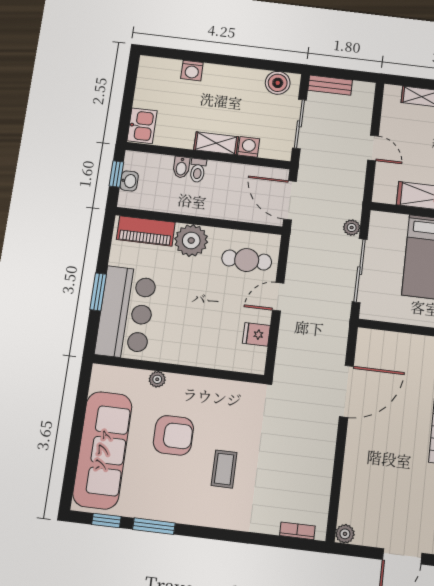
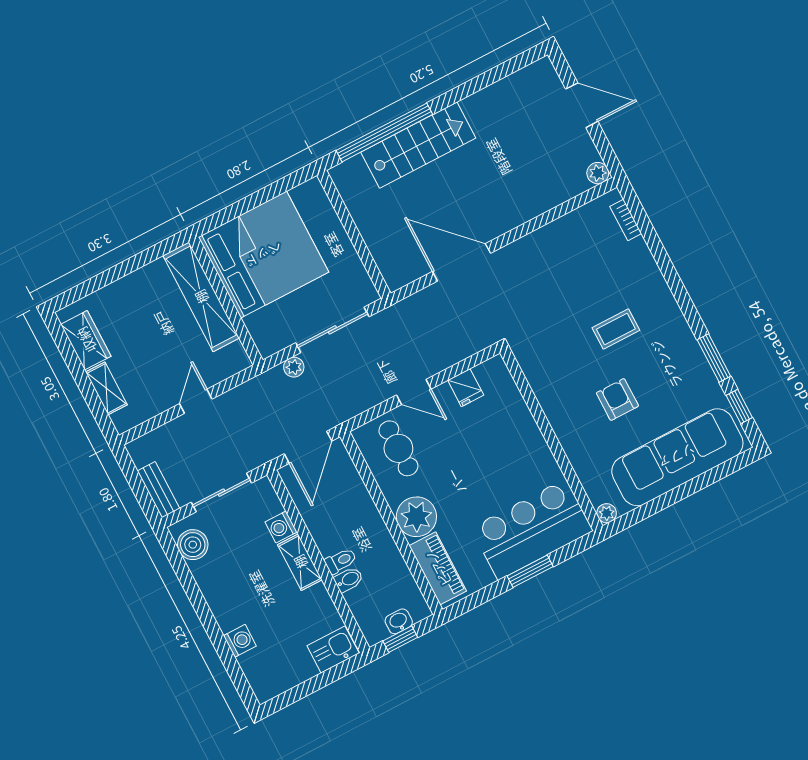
plant: (157, 379) -> (607, 513), moved
armchair: (173, 435) -> (617, 399), width x0.72, depth x0.72

